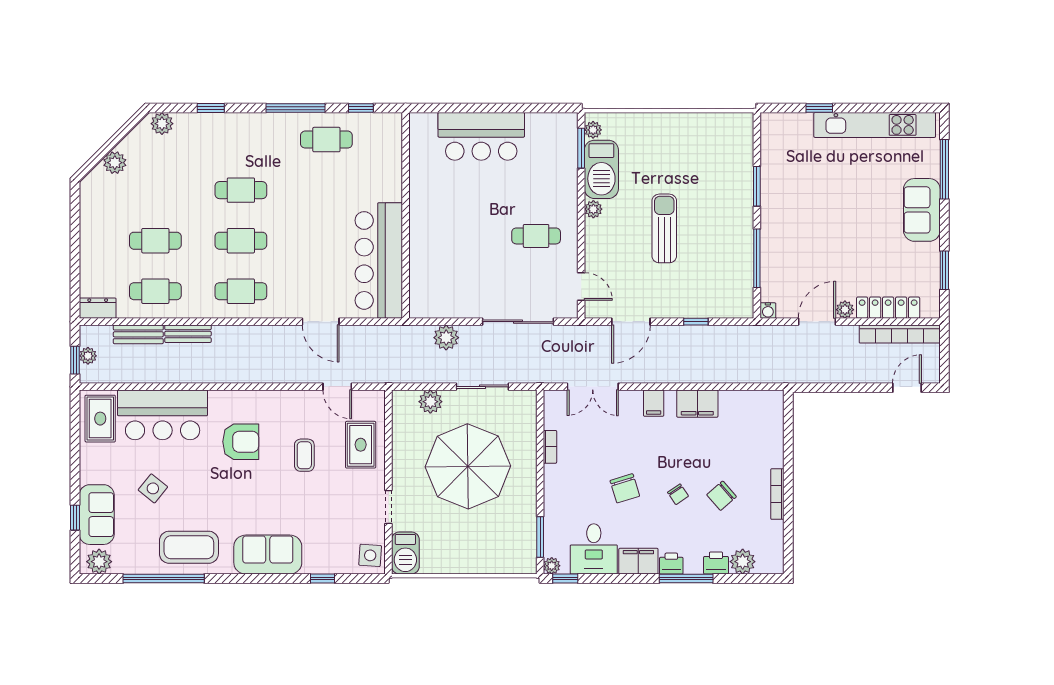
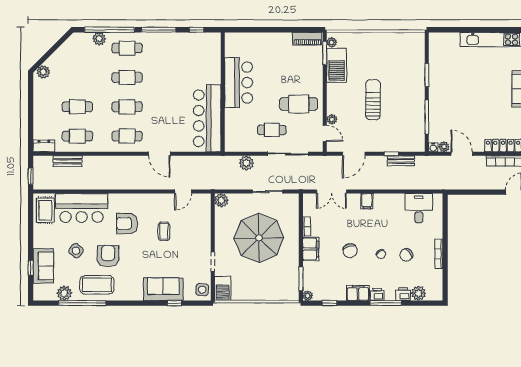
window: (211, 108) -> (110, 30), width x3.17
window: (819, 108) -> (463, 30), removed
plant: (162, 124) -> (99, 39), moved
piano: (551, 124) -> (307, 39), added
bar counter: (481, 136) -> (239, 83), moved, turned -90
cafe table: (326, 140) -> (127, 48), moved
plant: (115, 163) -> (43, 72), moved
plant: (593, 209) -> (332, 119), moved
cafe table: (536, 236) -> (299, 104), width x1.37, depth x1.35
cafe table: (490, 281) -> (272, 130), added
plant: (845, 310) -> (444, 147), moved
door: (321, 322) -> (159, 154), moved
door: (817, 322) -> (462, 154), hinge flipped
bench: (188, 334) -> (401, 161), moved
plant: (88, 356) -> (38, 174), removed
door: (337, 387) -> (183, 192), hinge flipped
plant: (430, 402) -> (221, 200), moved
filing cabinet: (697, 404) -> (311, 249), moved, turned -90
armchair: (241, 442) -> (127, 224), turned 180
rug: (361, 445) -> (197, 225), removed
armchair: (208, 498) -> (108, 256), added
desk: (594, 549) -> (419, 208), moved, turned 180
sofa: (268, 555) -> (163, 289), moved
plant: (99, 562) -> (64, 293), moved
window: (565, 579) -> (330, 303), moved

